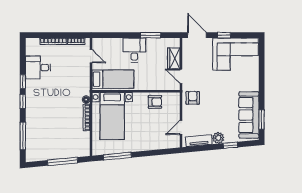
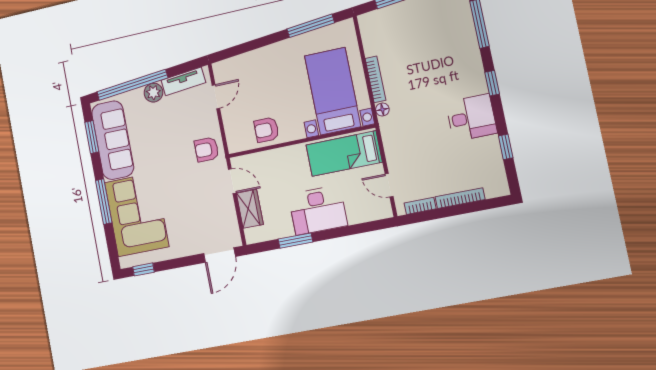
door: (197, 35) -> (219, 255), hinge flipped
window: (224, 35) -> (143, 269), moved
desk: (134, 50) -> (318, 210), width x1.37
corner sofa: (235, 54) -> (137, 215), moved, turned 90
desk: (38, 68) -> (471, 118), moved
window: (262, 80) -> (104, 202), added
window: (23, 82) -> (506, 147), moved
armchair: (193, 98) -> (207, 149), turned 90
window: (230, 145) -> (132, 85), width x3.17

